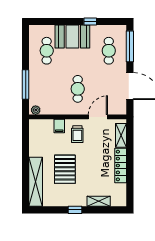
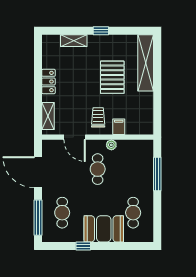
plant: (36, 110) -> (111, 145), moved
door: (98, 117) -> (75, 137), hinge flipped
locker: (121, 166) -> (48, 82), width x0.66

